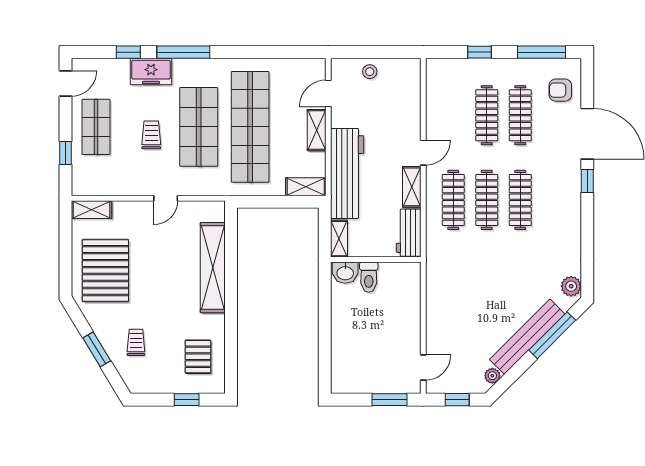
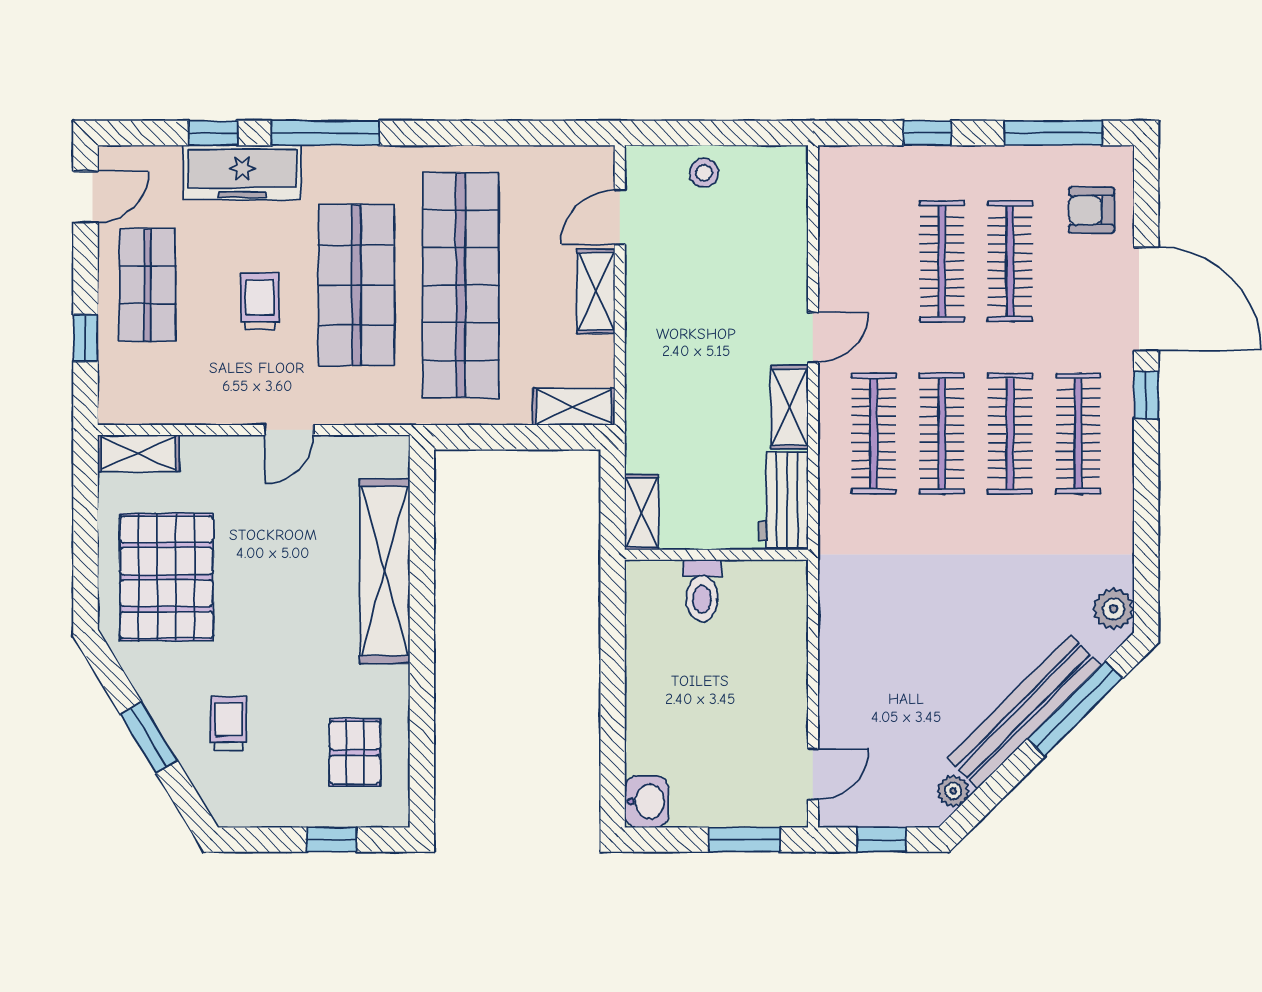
freezer: (151, 71) -> (242, 172), width x1.40
workbench: (347, 173) -> (658, 380), removed
clothes rail: (554, 200) -> (1078, 434), added
washbasin: (345, 273) -> (647, 802), moved, turned -90

